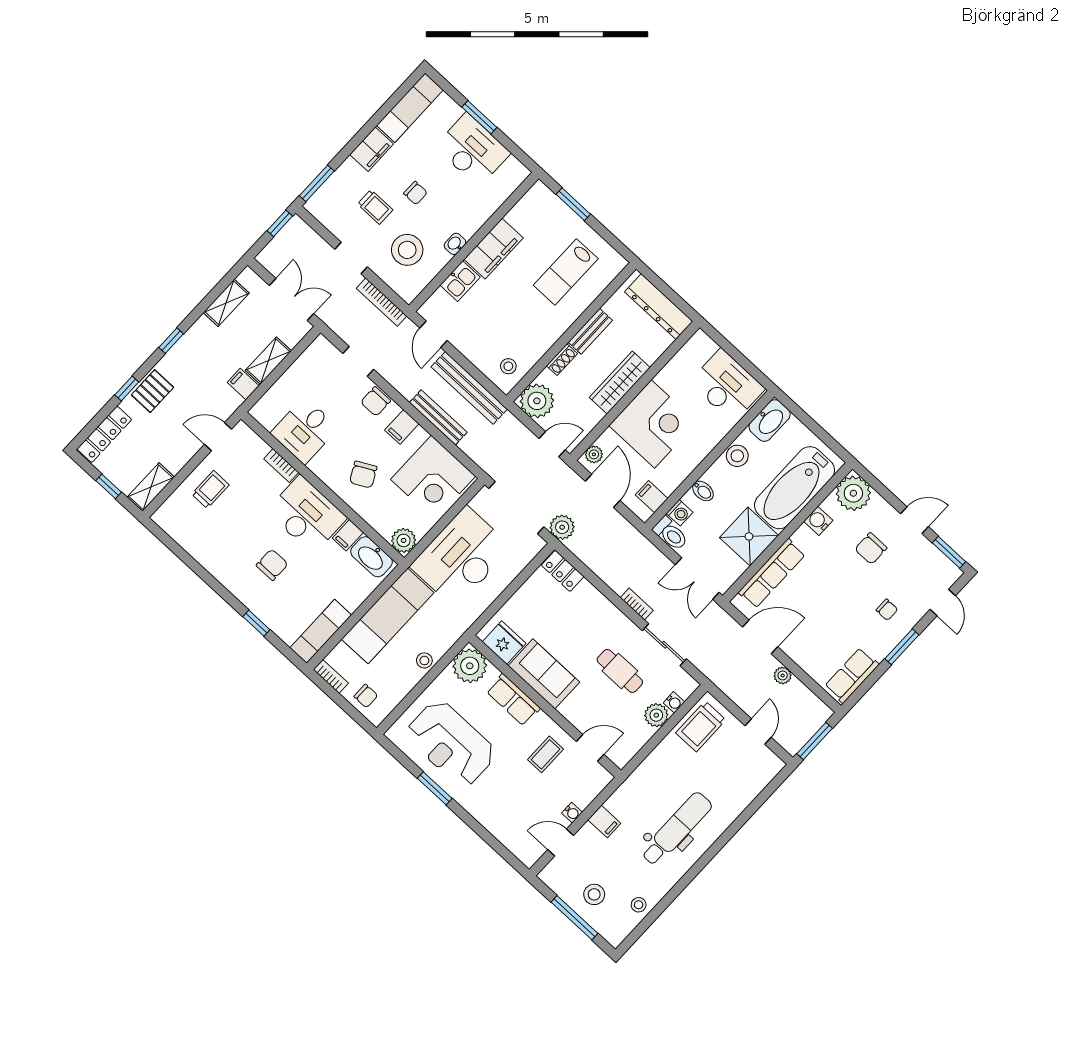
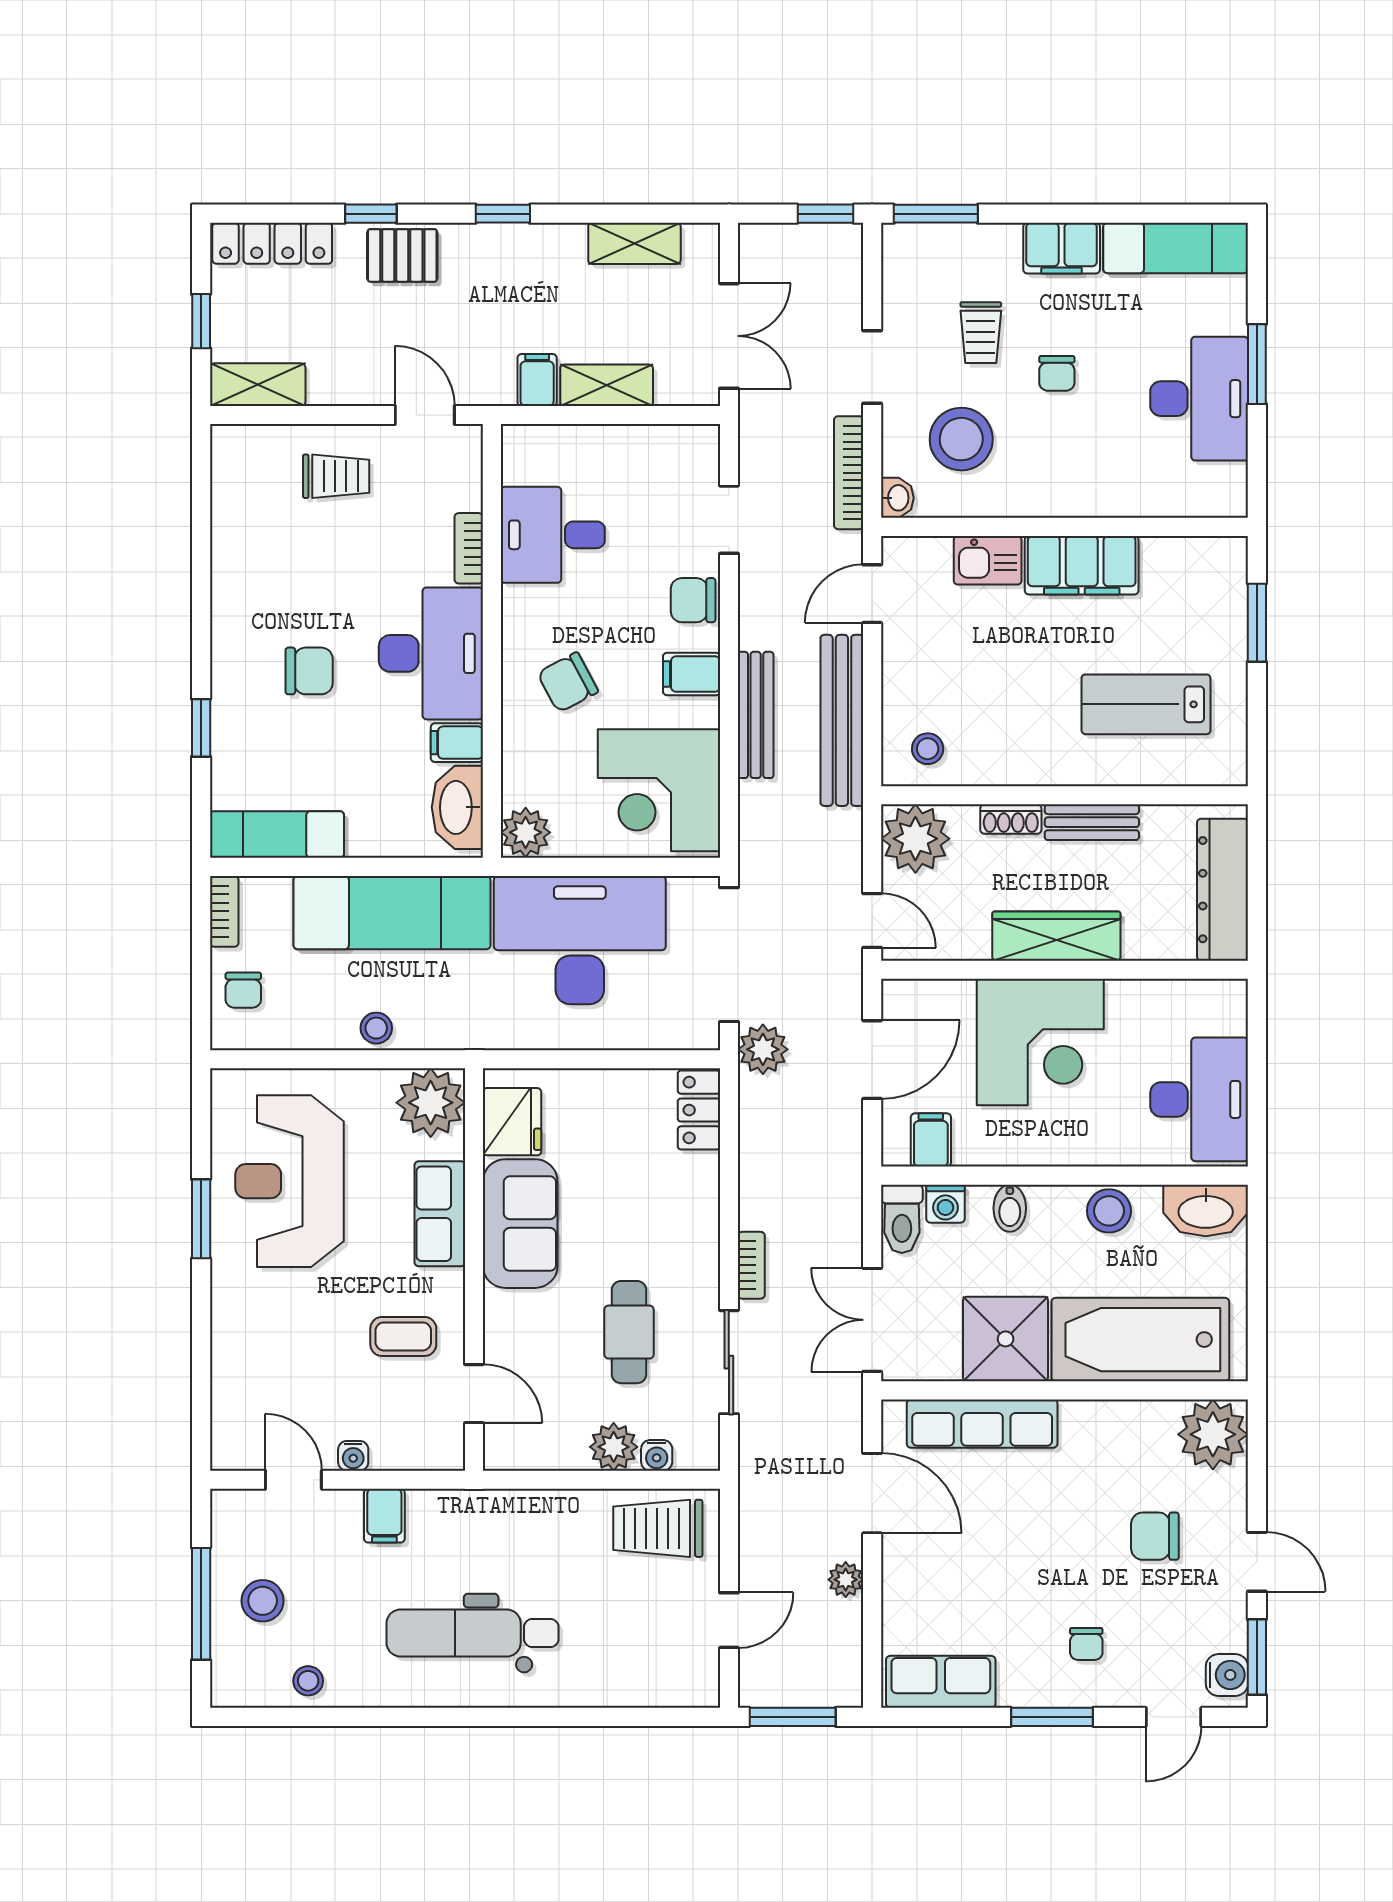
washbasin: (455, 244) -> (897, 498), moved, turned 90
plant: (594, 454) -> (914, 996), removed
water cooler: (818, 521) -> (1227, 1675), moved, turned 90
dental chair: (677, 829) -> (473, 1633), turned 180

